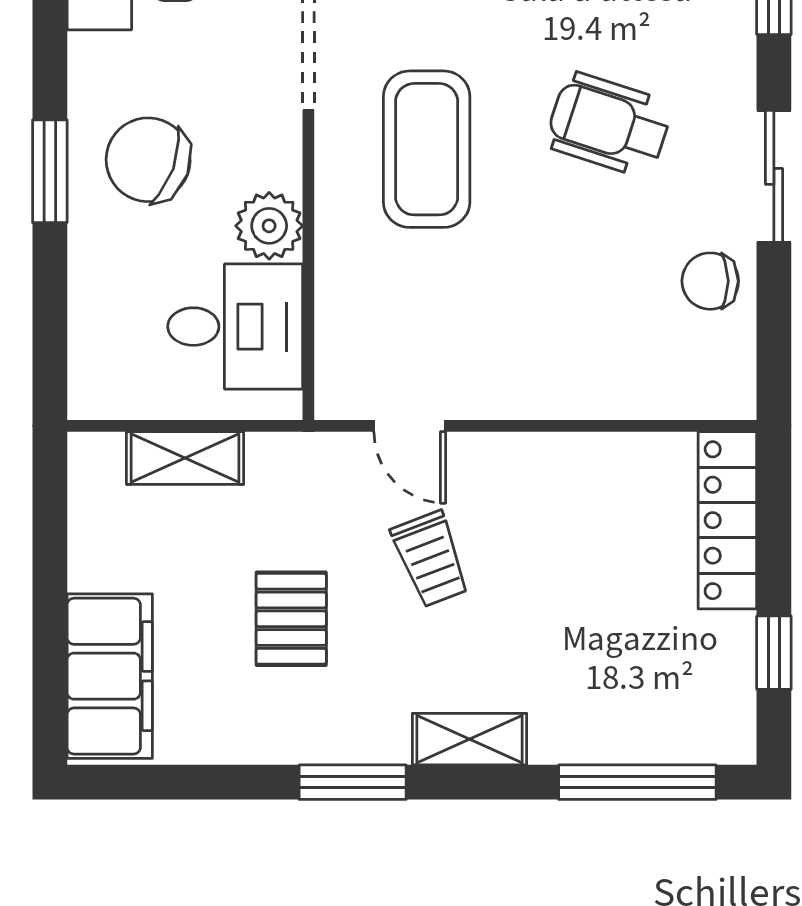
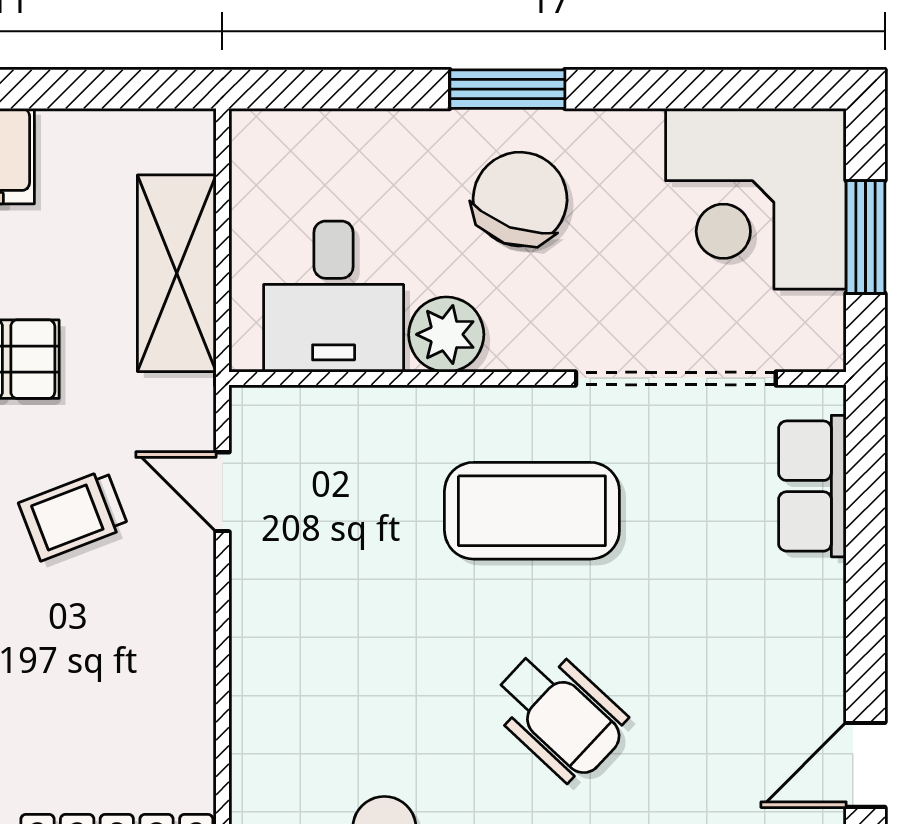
wheelchair: (609, 125) -> (559, 715), turned 115
door: (410, 426) -> (222, 492), hinge flipped
shelving: (185, 458) -> (177, 273), width x1.50, depth x1.33

